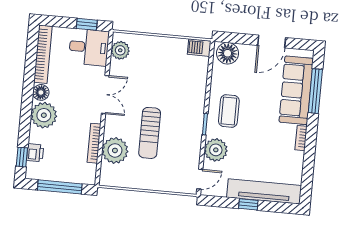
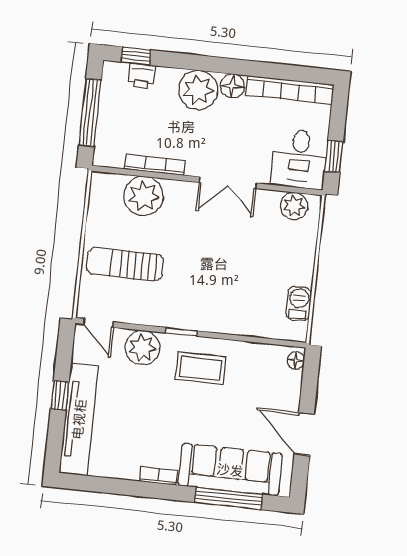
barbecue: (199, 48) -> (299, 304), moved
floor lamp: (228, 53) -> (296, 360), width x0.53, depth x0.53
sun lounger: (150, 133) -> (125, 264), moved

